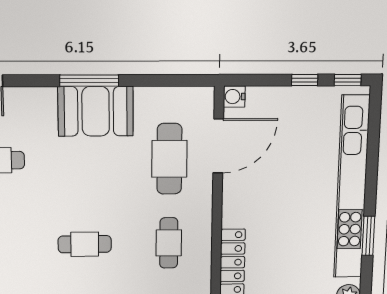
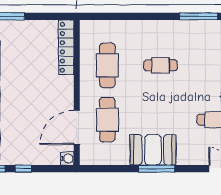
cafe table: (169, 243) -> (107, 65), width x1.37, depth x1.35

